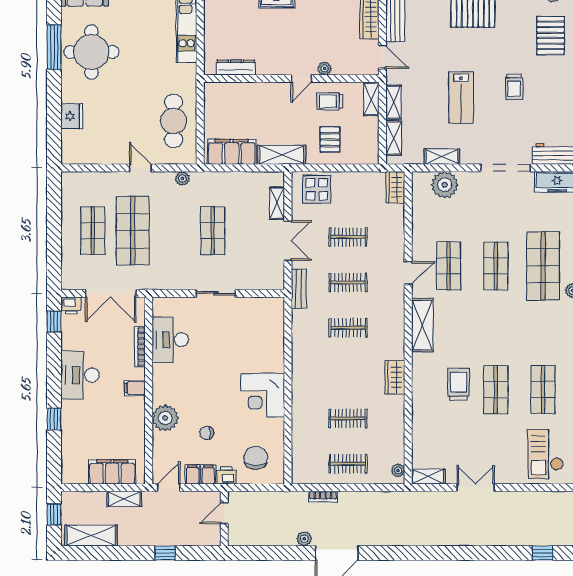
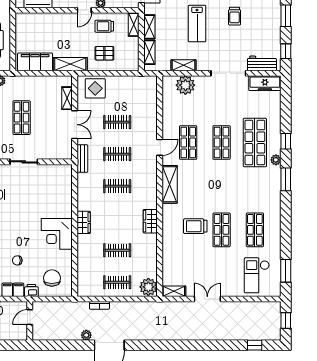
pallet: (330, 140) -> (104, 53), turned 90
wardrobe: (395, 187) -> (84, 222), moved, turned 180
trolley: (459, 384) -> (195, 226), turned -90
plant: (398, 470) -> (148, 287), width x1.88, depth x1.88

